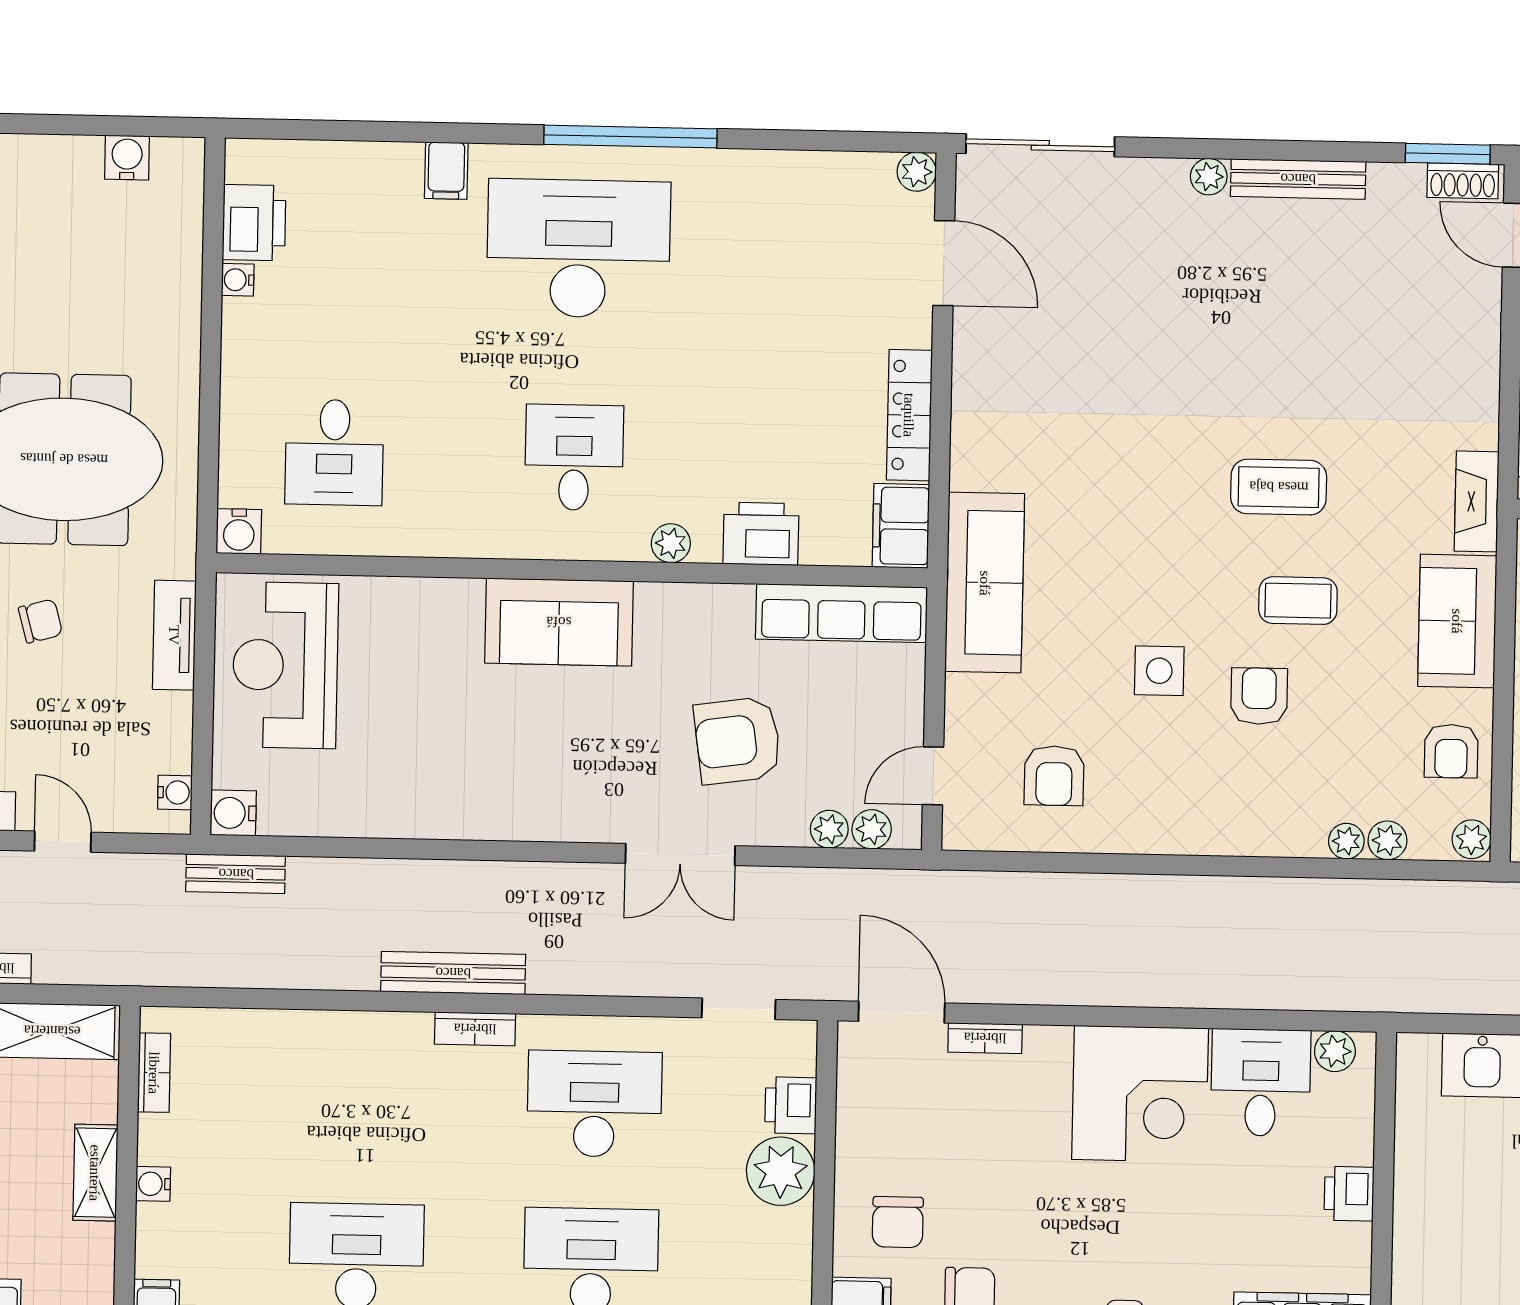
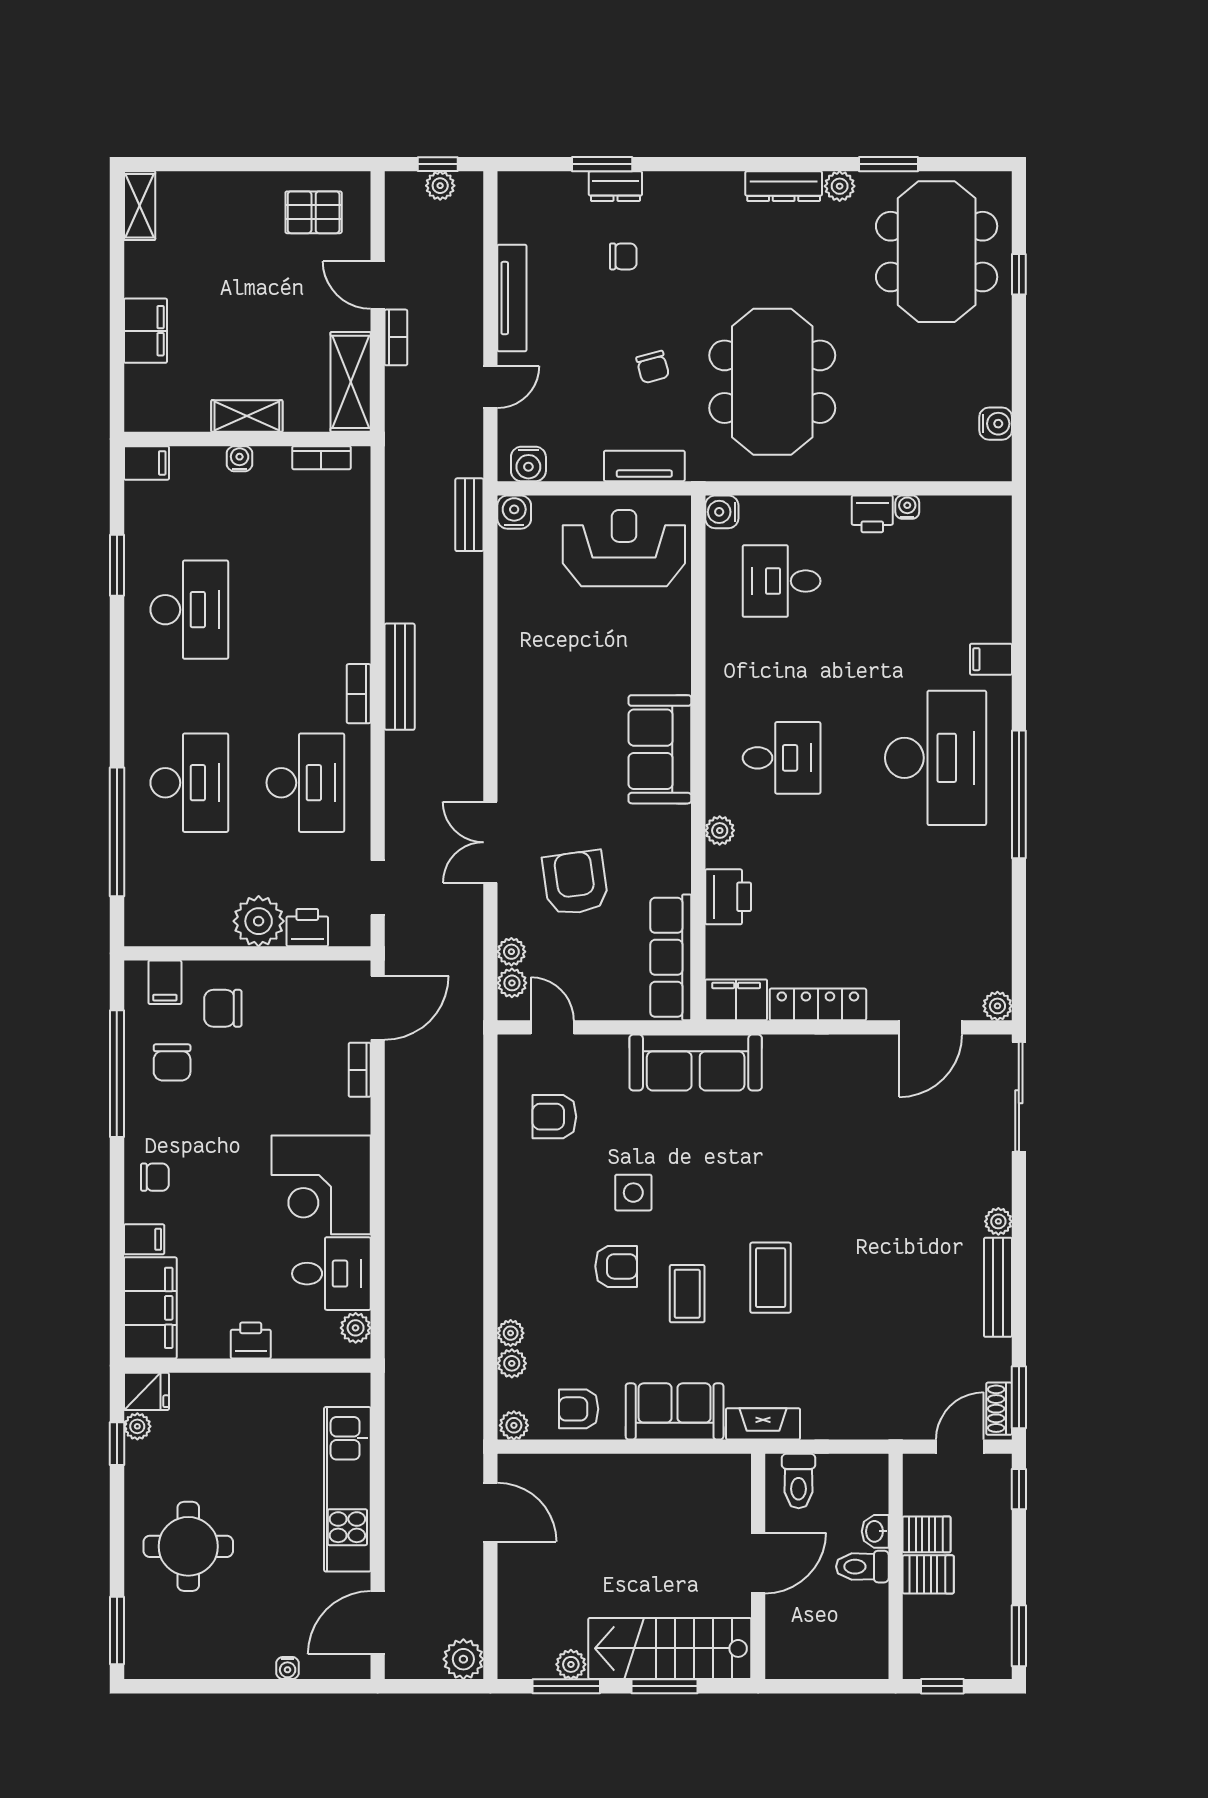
printer: (254, 223) -> (872, 514), moved, width x0.73, depth x0.81
water cooler: (175, 792) -> (528, 464), width x1.38, depth x1.38

